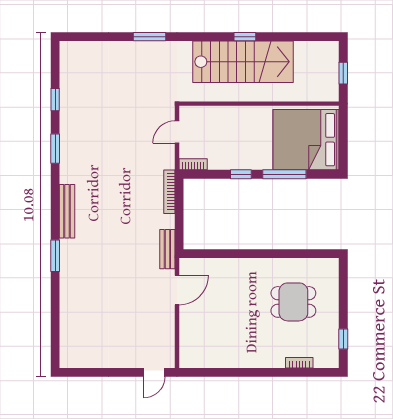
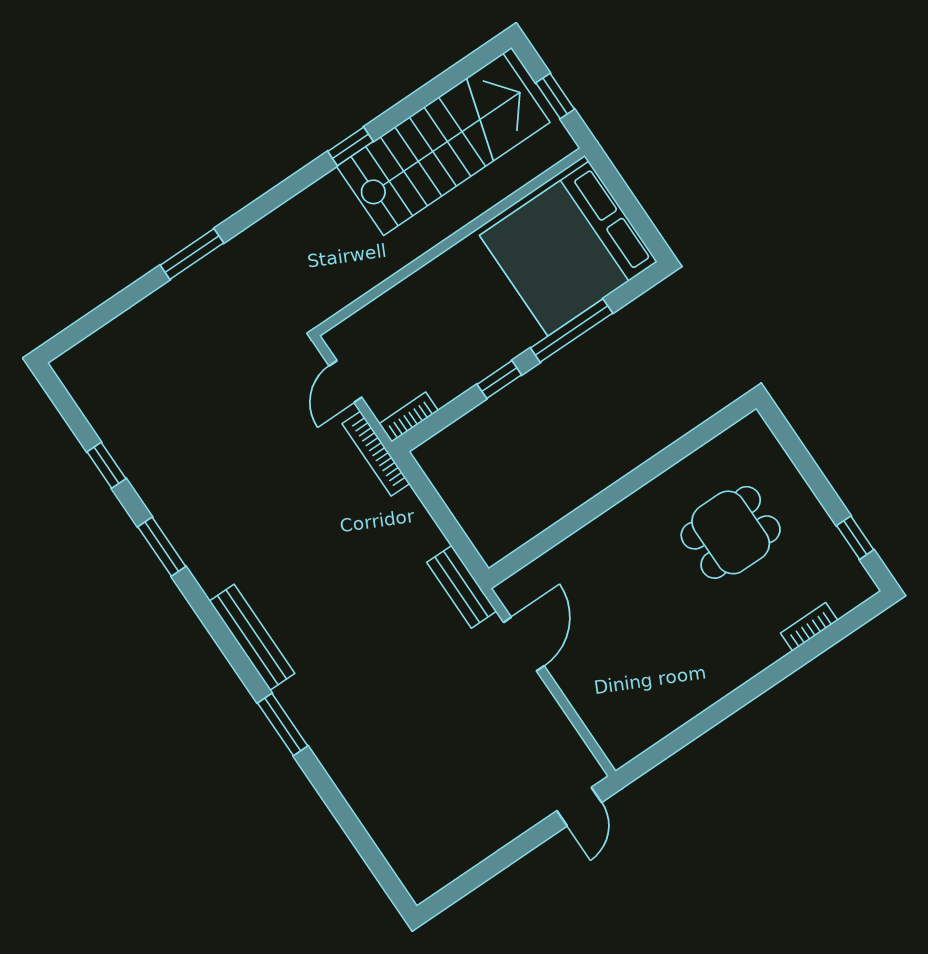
stairs: (243, 62) -> (443, 144), moved
bookcase: (169, 192) -> (376, 454), moved

